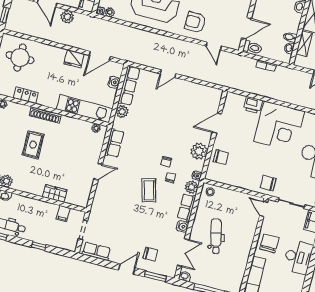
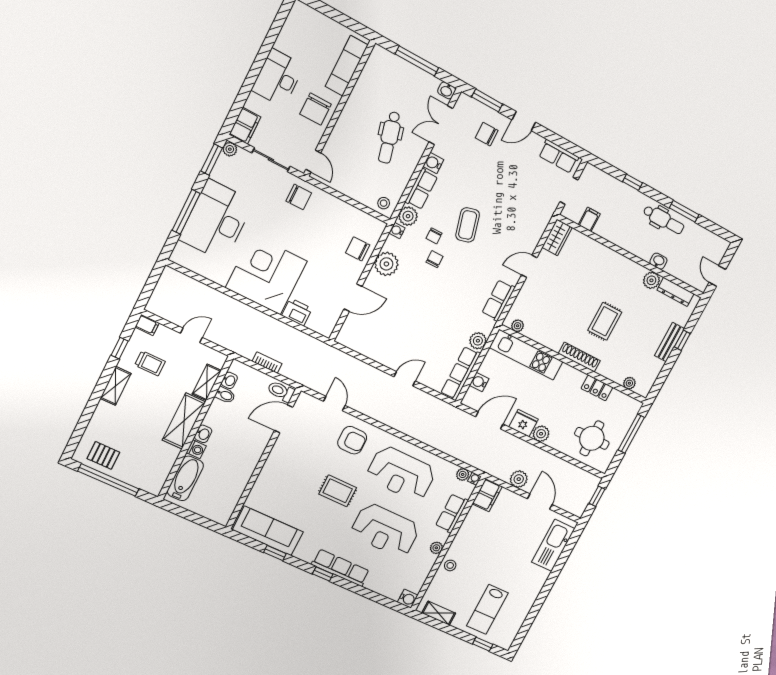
plant: (59, 54) -> (541, 434), added
wardrobe: (55, 193) -> (557, 237), moved, turned -90

